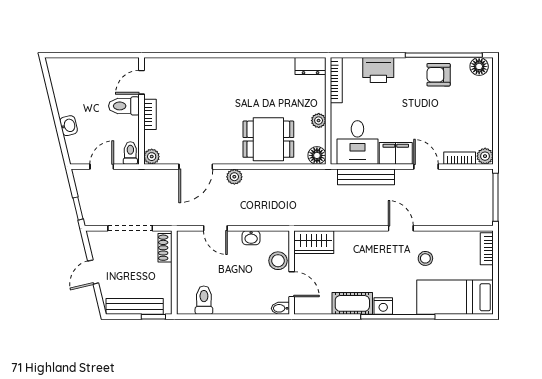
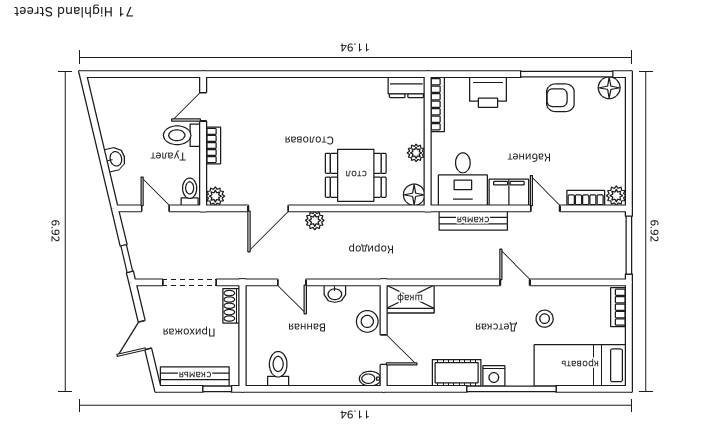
door: (102, 167) -> (155, 208), hinge flipped

